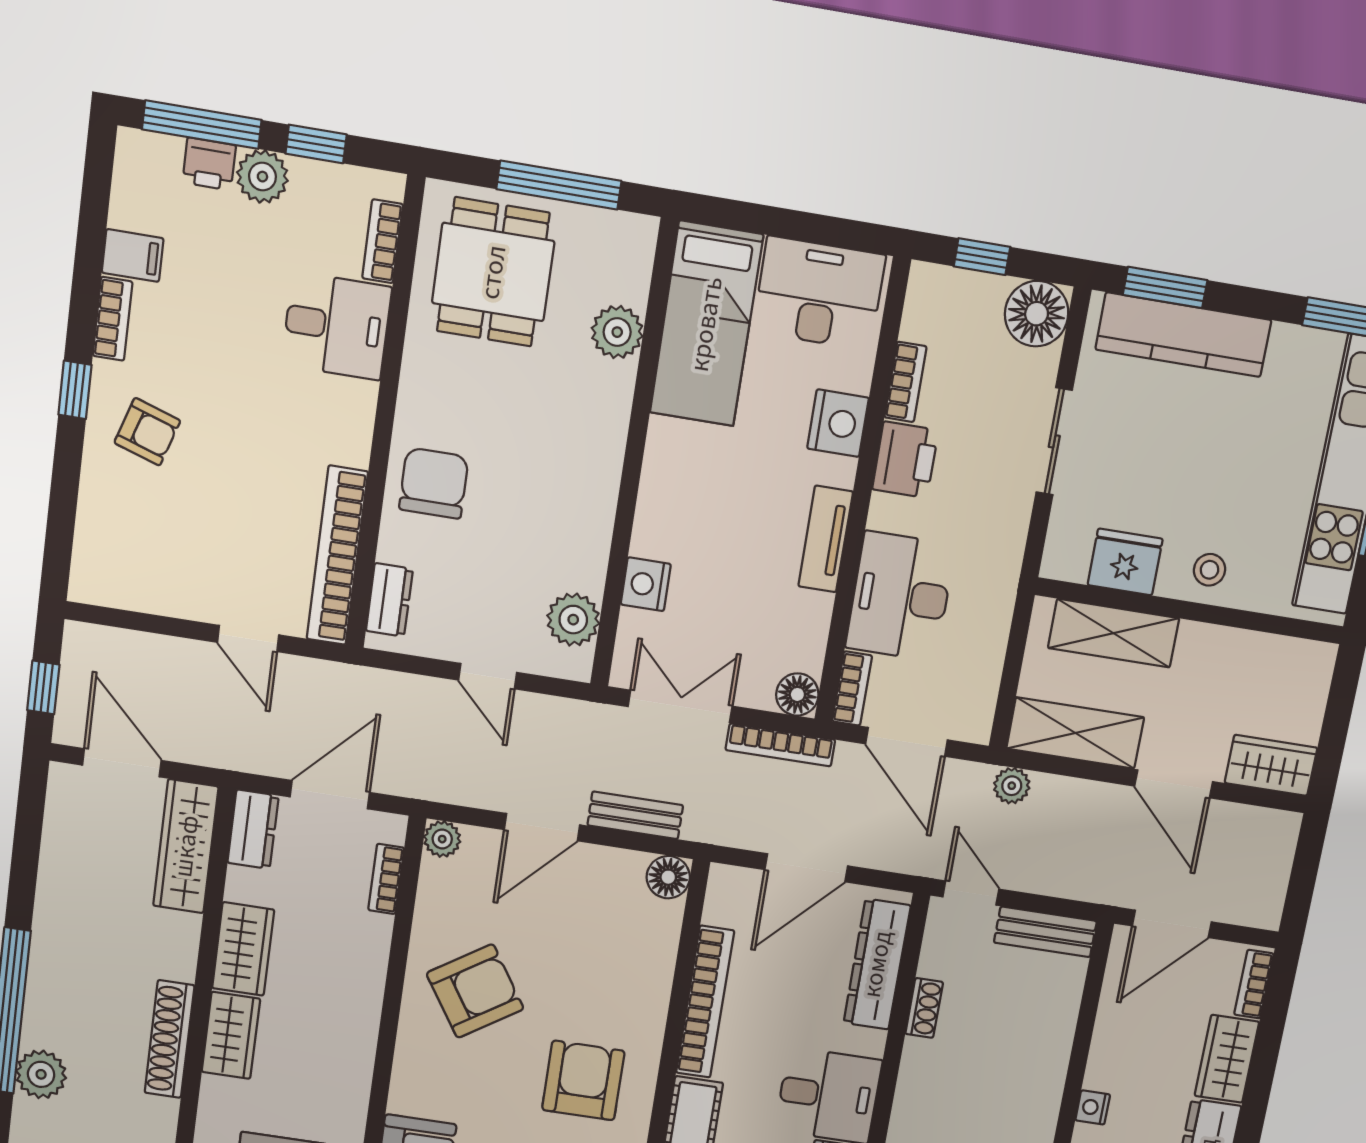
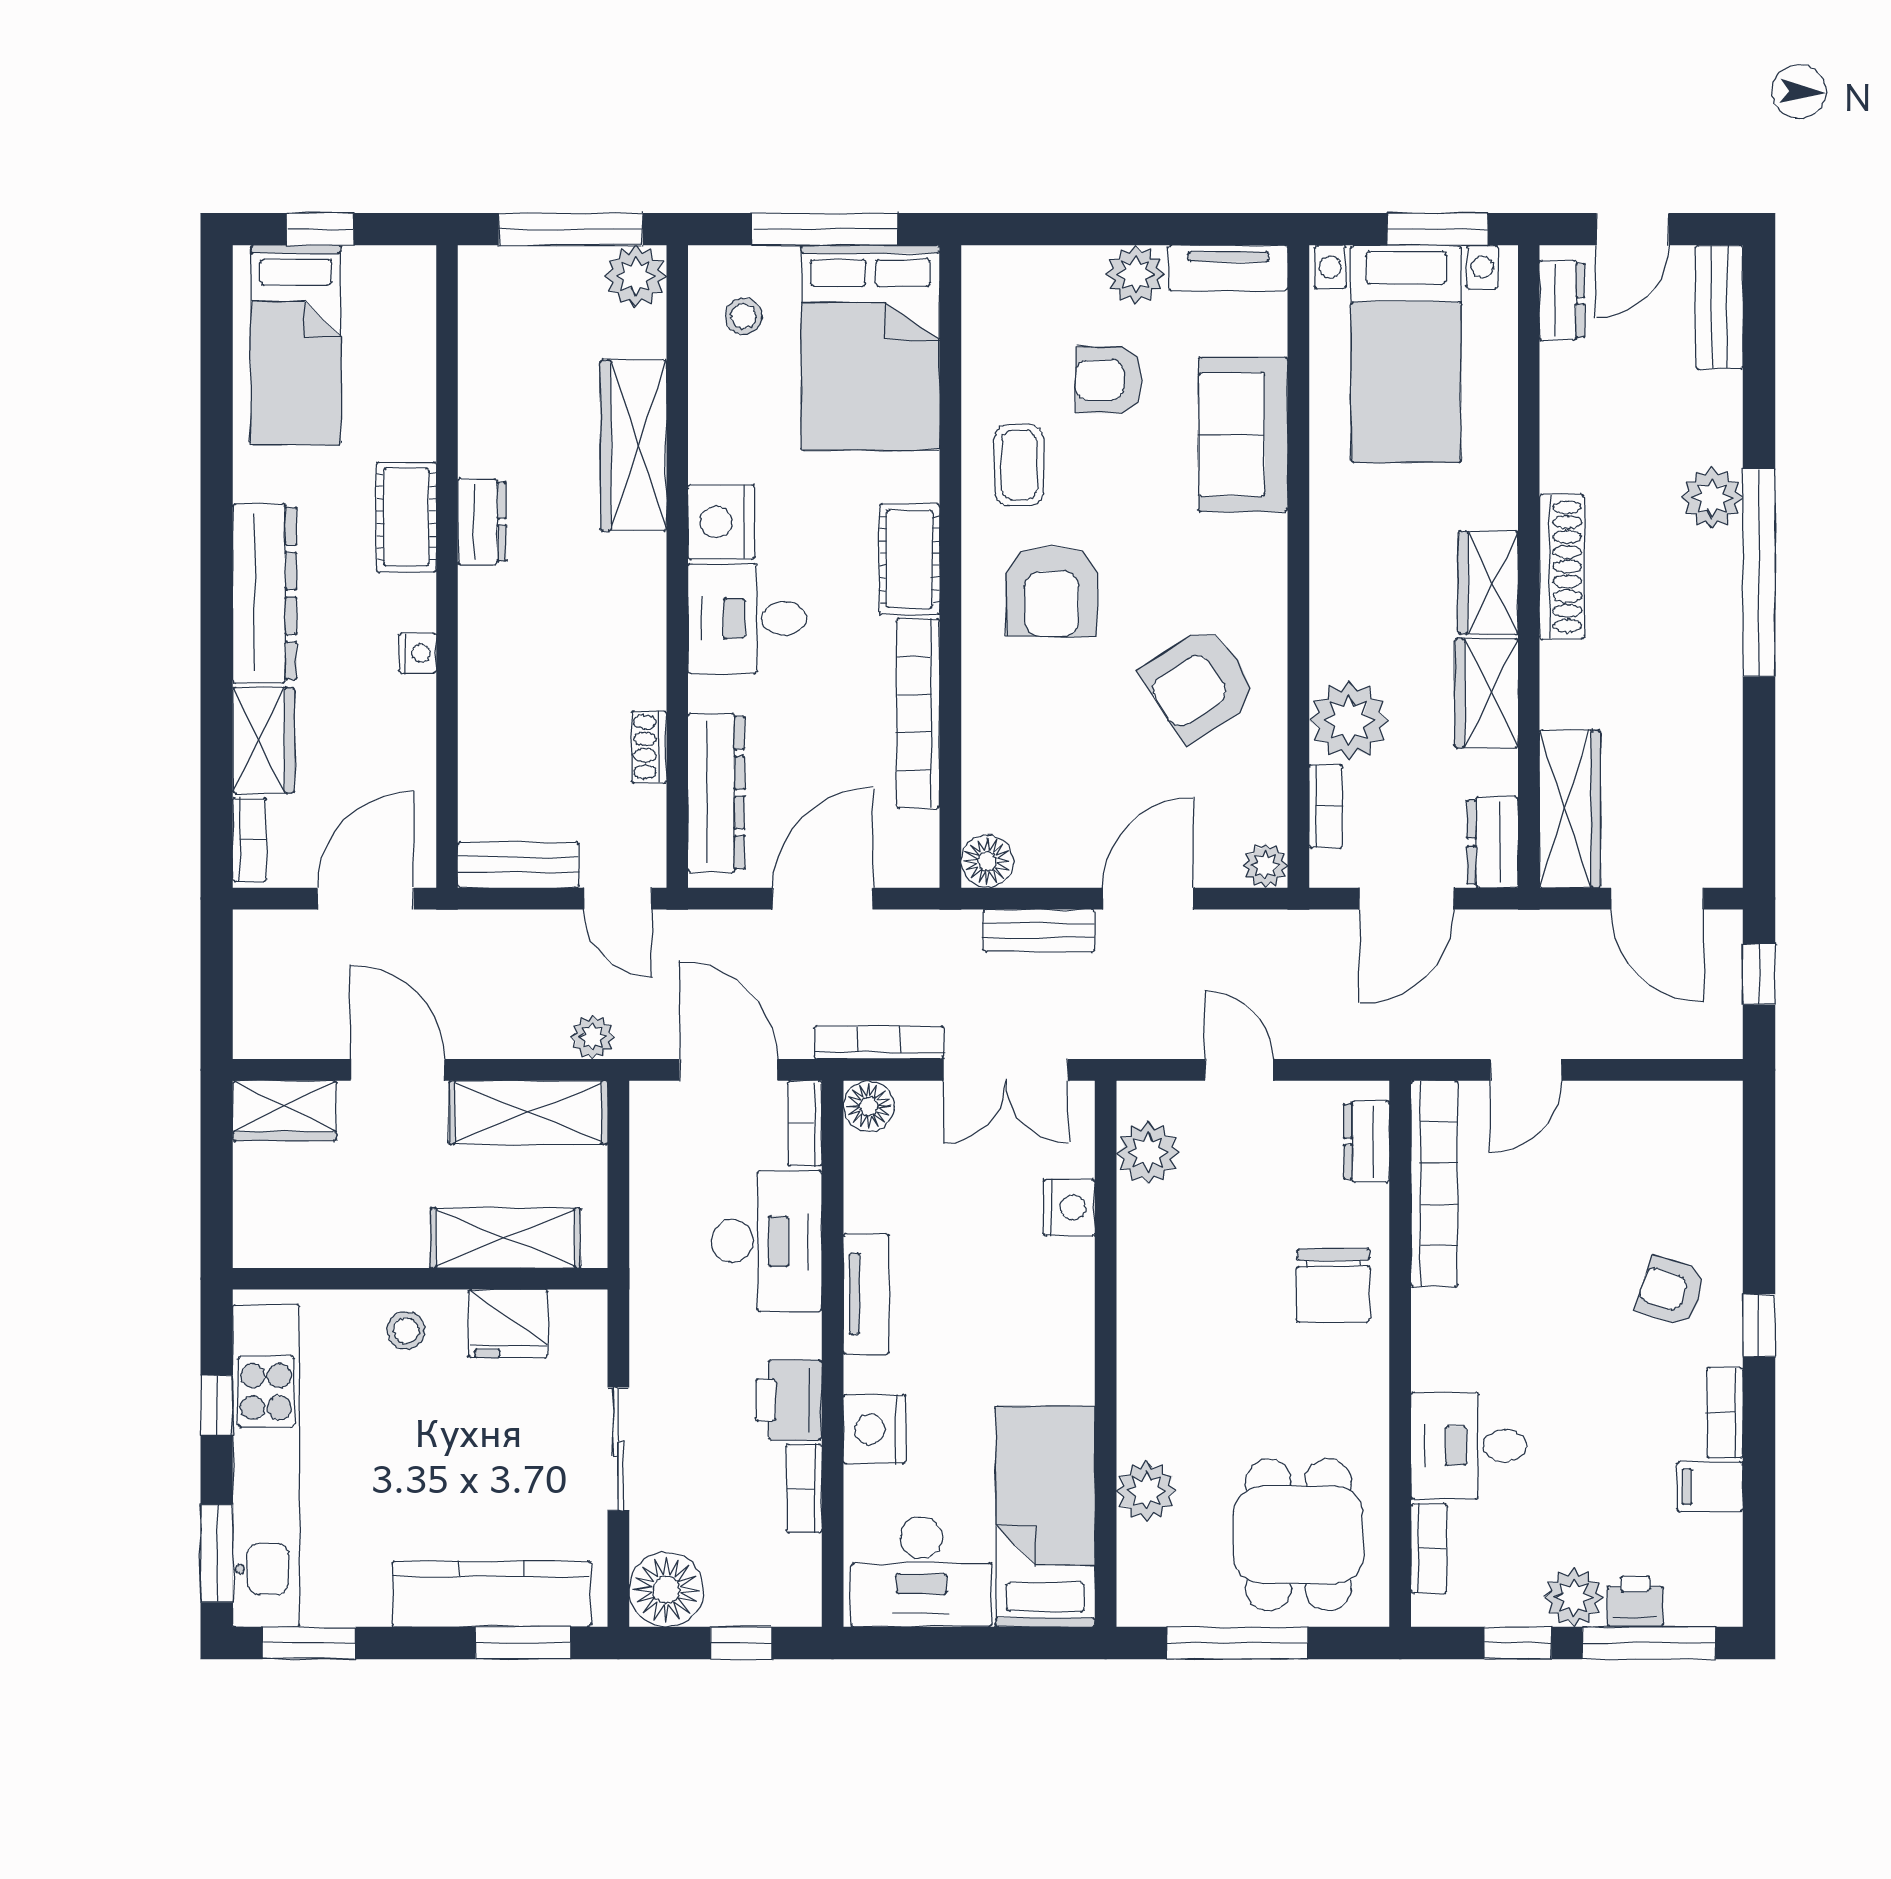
door: (248, 639) -> (1526, 1070), swing flipped
plant: (358, 944) -> (1349, 721), added

